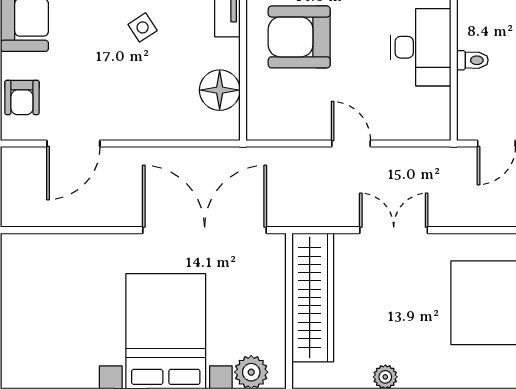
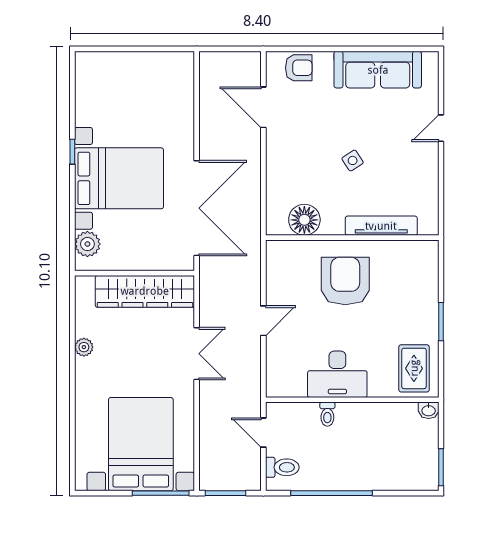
armchair: (22, 97) -> (299, 68), turned 180

